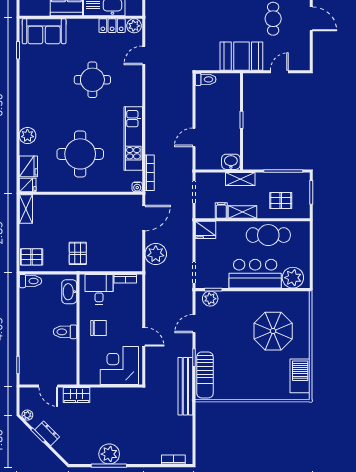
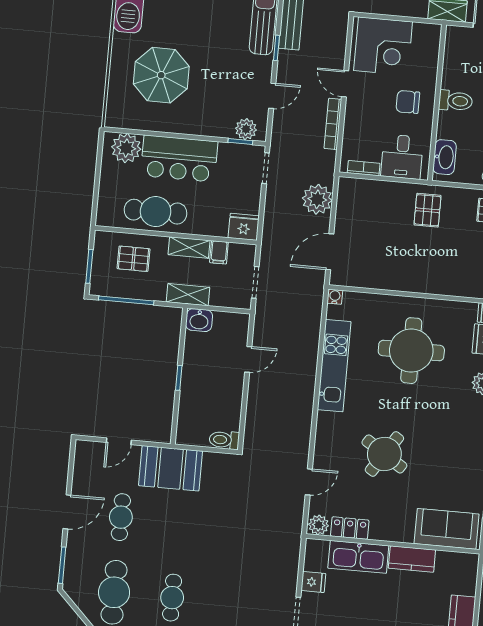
door: (311, 19) -> (67, 512), swing flipped
round table: (92, 80) -> (384, 454), turned 33
bookcase: (150, 173) -> (333, 124), moved

